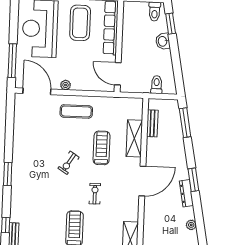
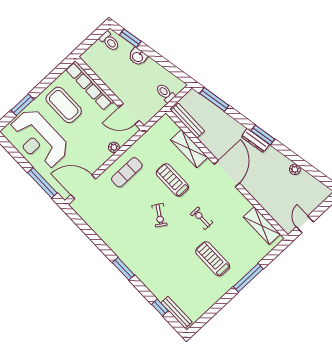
plant: (66, 85) -> (114, 147), moved
bench: (152, 123) -> (188, 121), width x1.36
dresser: (186, 193) -> (255, 141), moved

